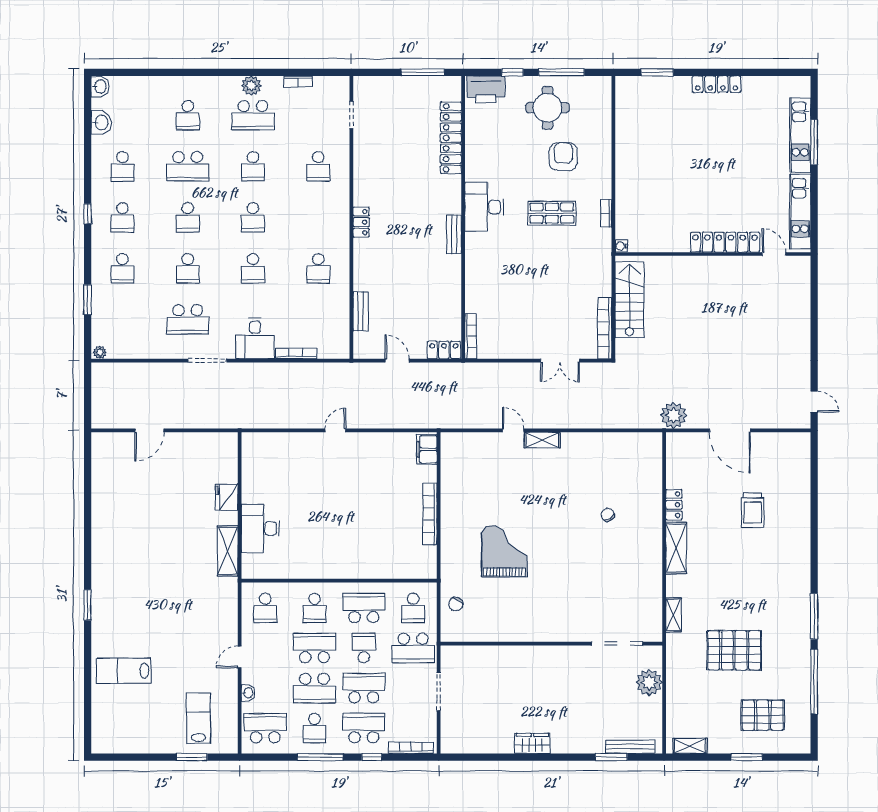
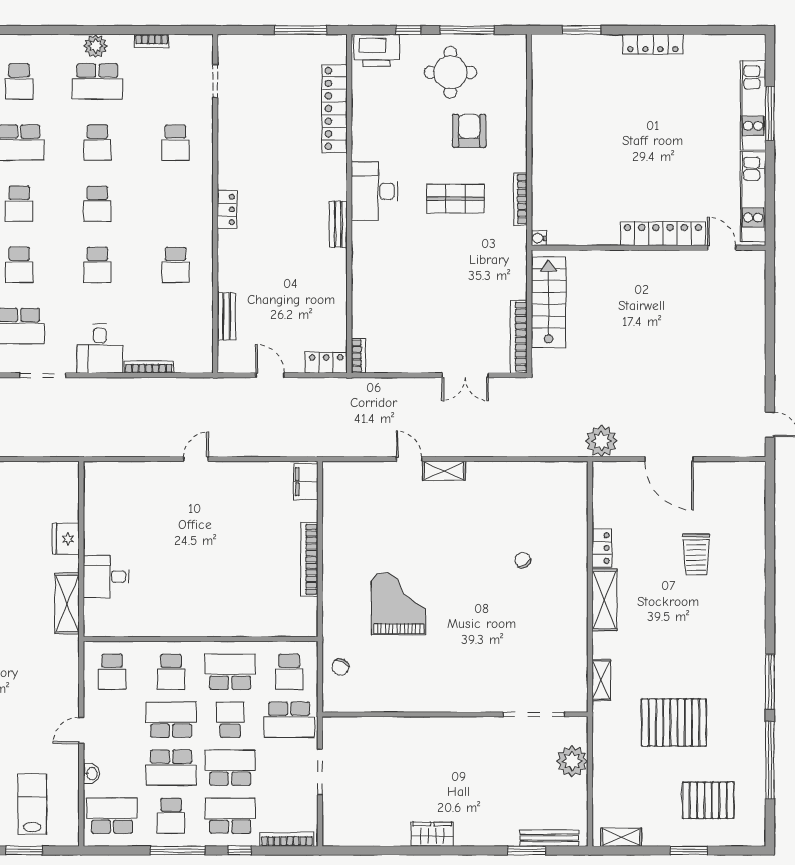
bookcase: (606, 213) -> (520, 199), width x1.56
bookcase: (471, 336) -> (358, 356), width x0.64
desk: (260, 528) -> (106, 577), width x0.73

